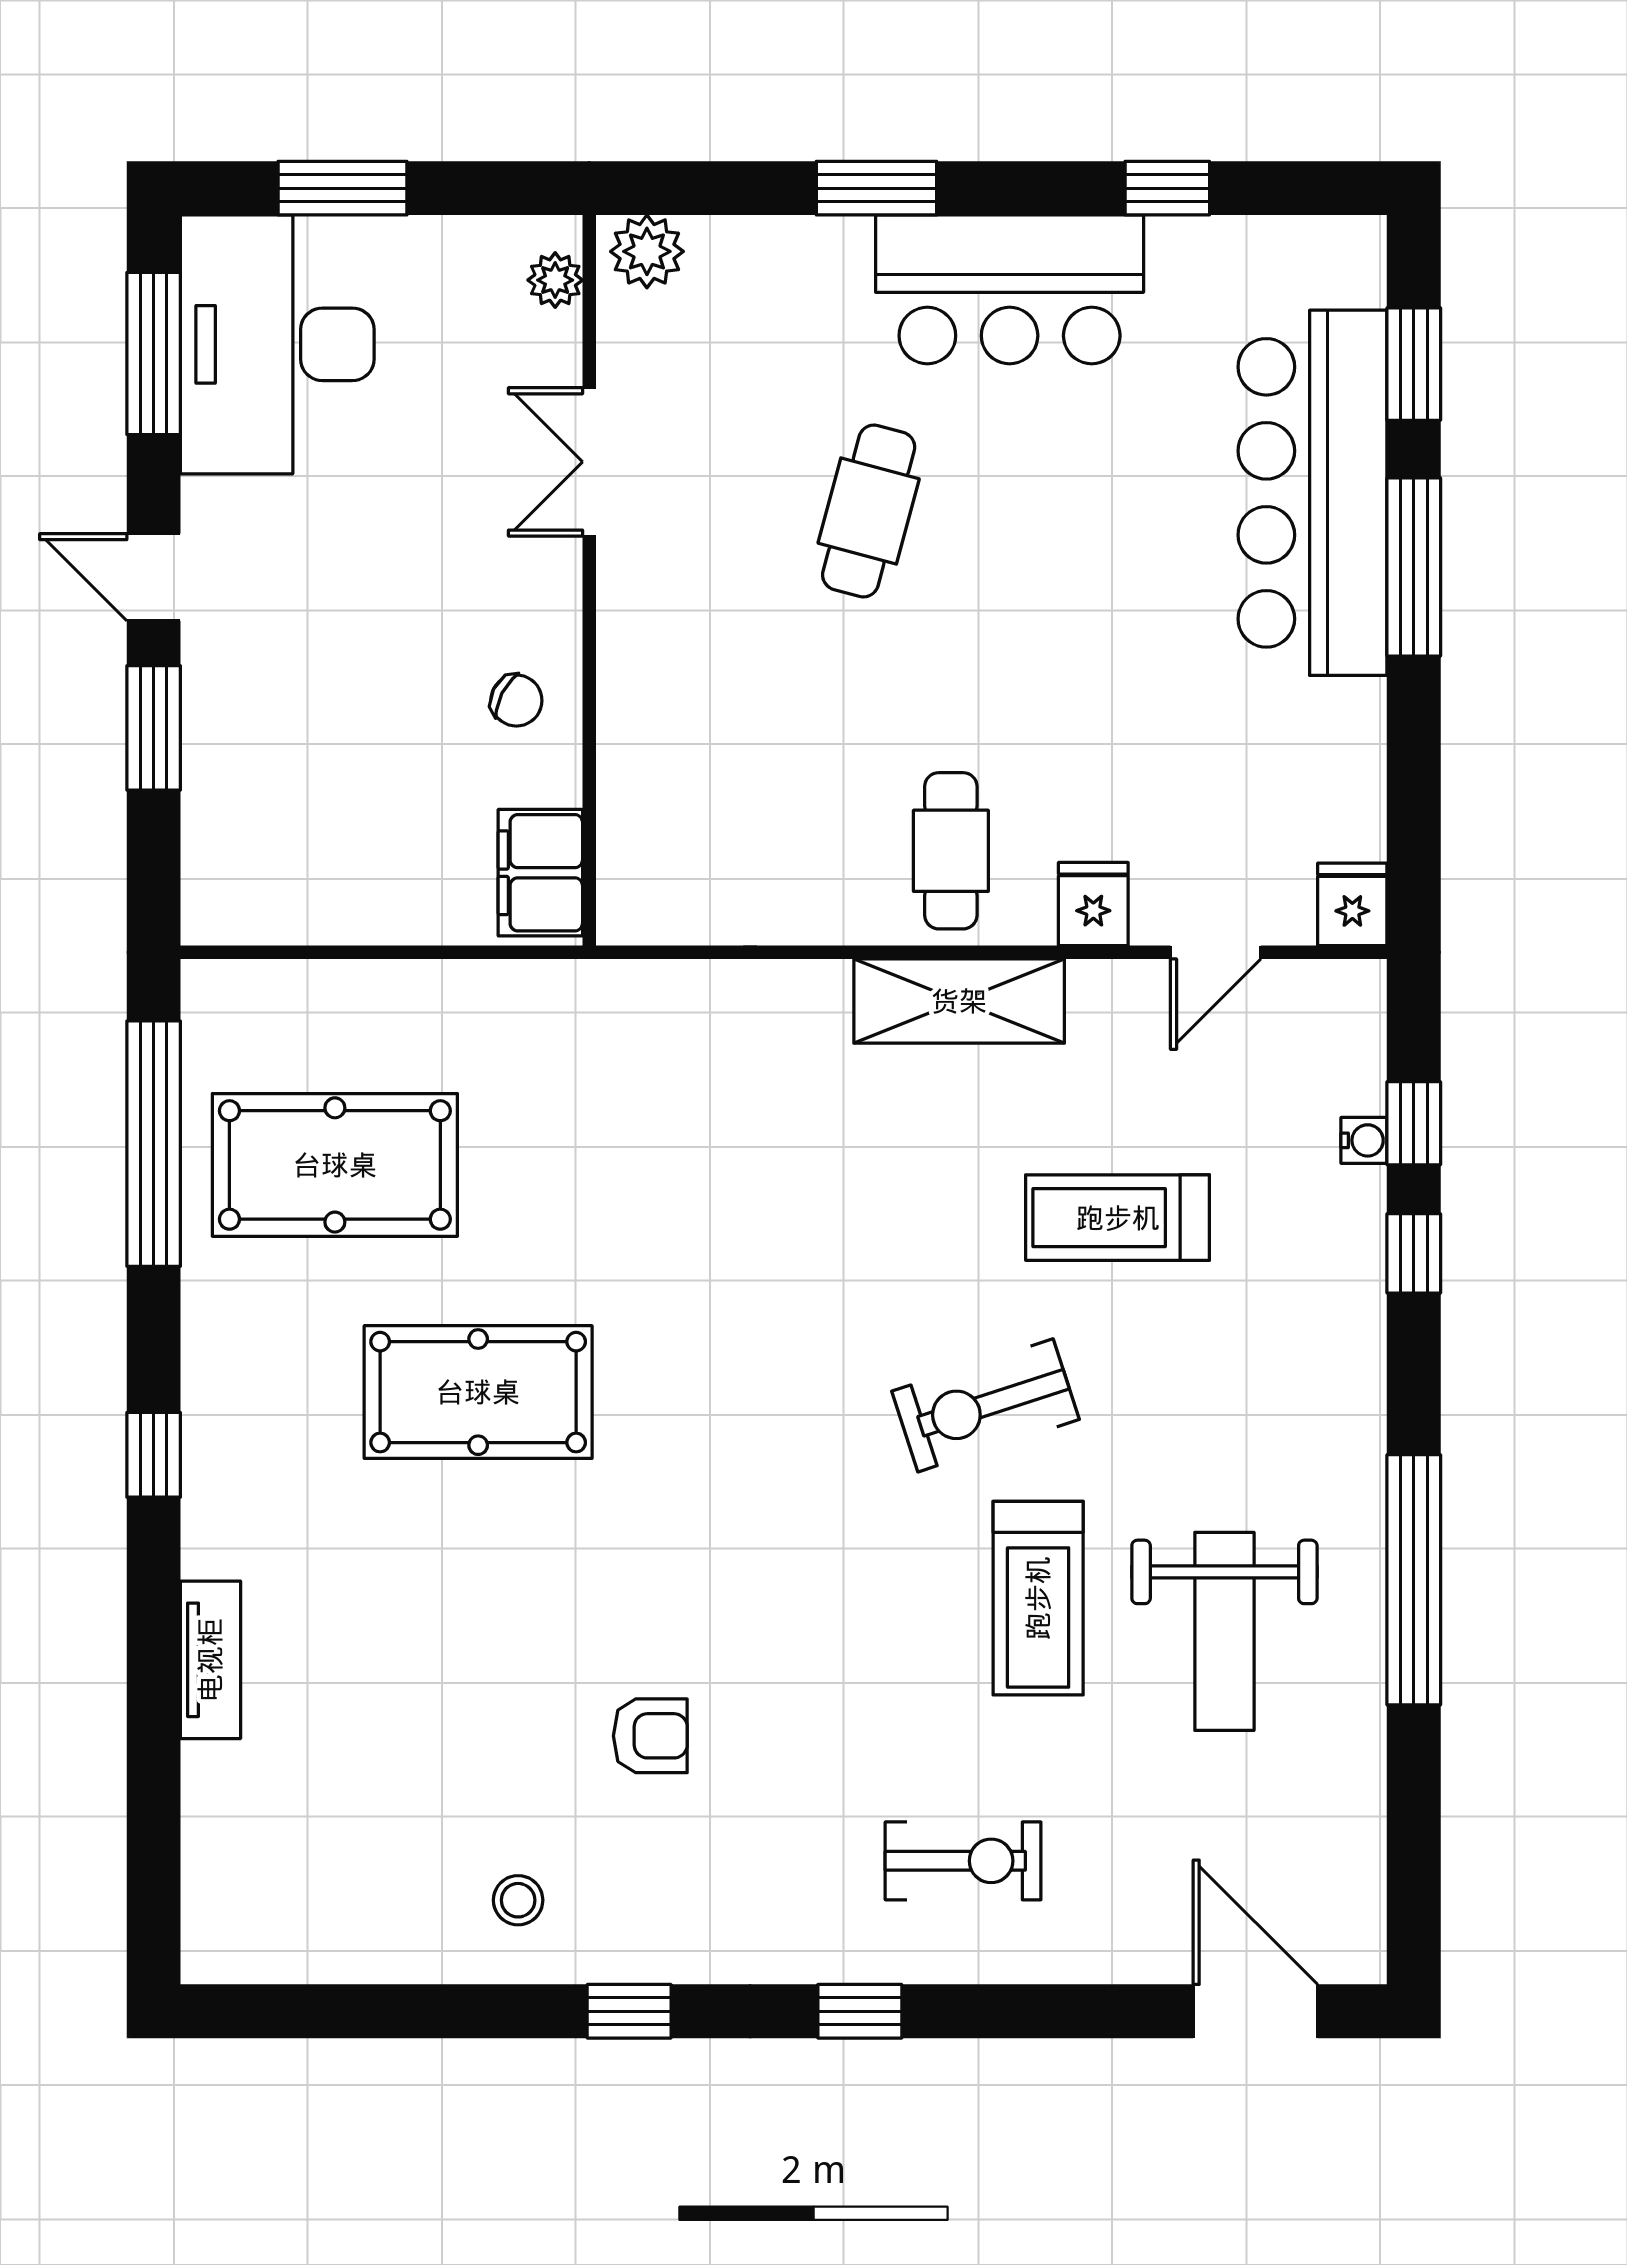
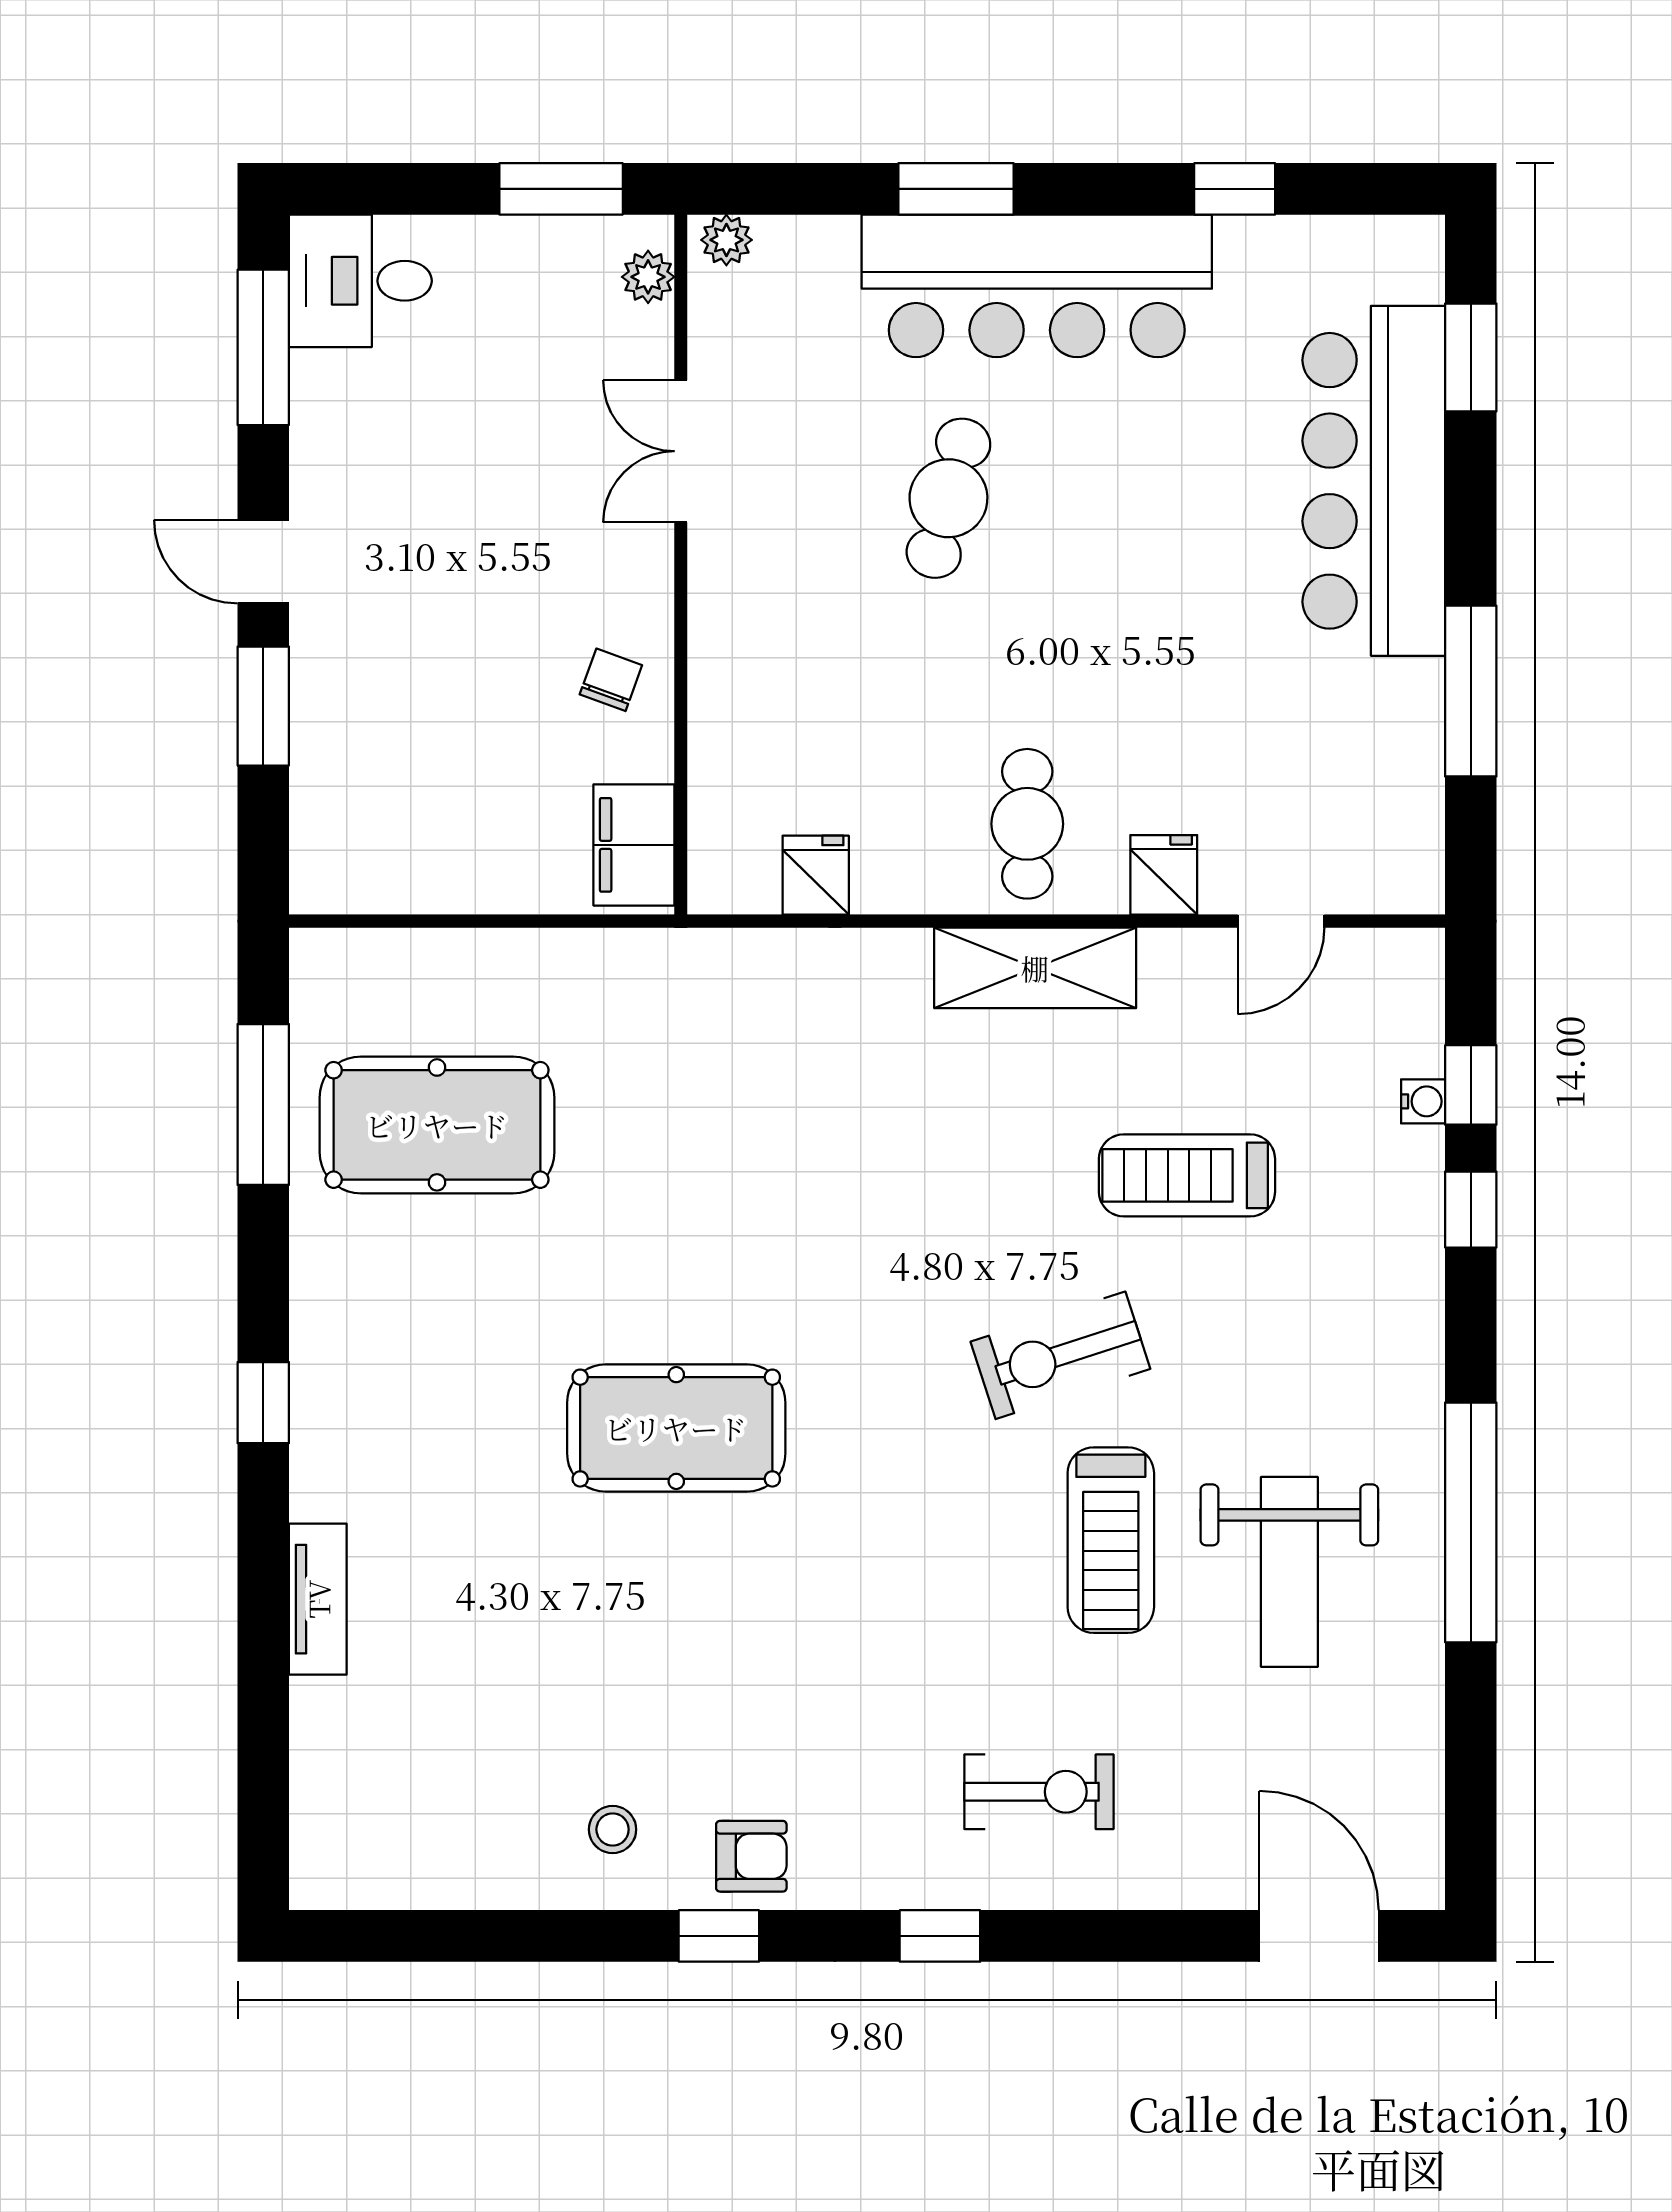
window: (343, 188) -> (561, 189), moved
plant: (647, 251) -> (726, 240), width x0.73, depth x0.73
bar counter: (1010, 289) -> (1037, 286), width x1.36
desk: (277, 344) -> (360, 281), width x0.53, depth x0.77
window: (1414, 567) -> (1471, 691), moved
chair: (516, 701) -> (611, 680), turned -97
fridge: (1352, 904) -> (816, 875), moved
window: (154, 1144) -> (263, 1104), width x0.68
pool table: (478, 1392) -> (676, 1428), moved
armchair: (650, 1736) -> (751, 1856), moved

